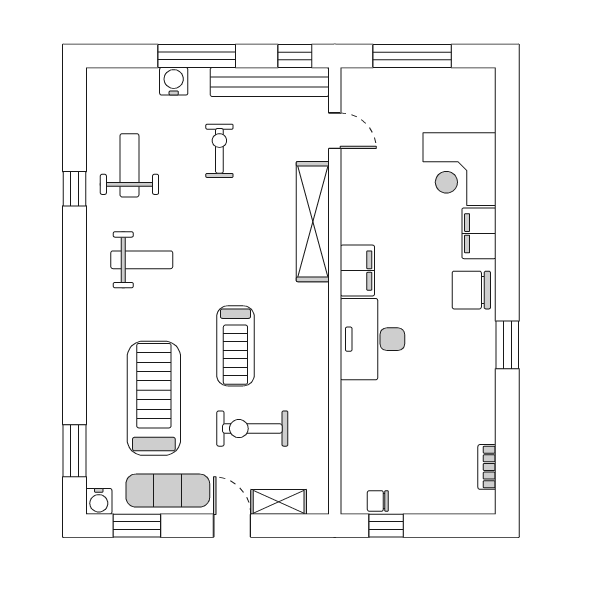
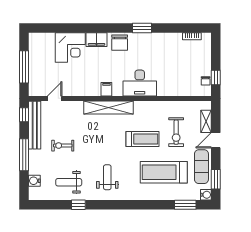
water cooler: (174, 81) -> (34, 181), moved
shelving: (313, 222) -> (108, 107), moved
filing cabinet: (357, 271) -> (106, 89), width x0.50

